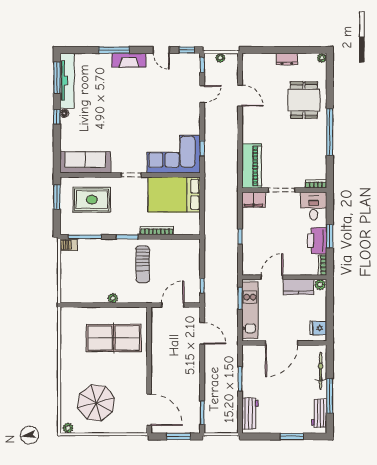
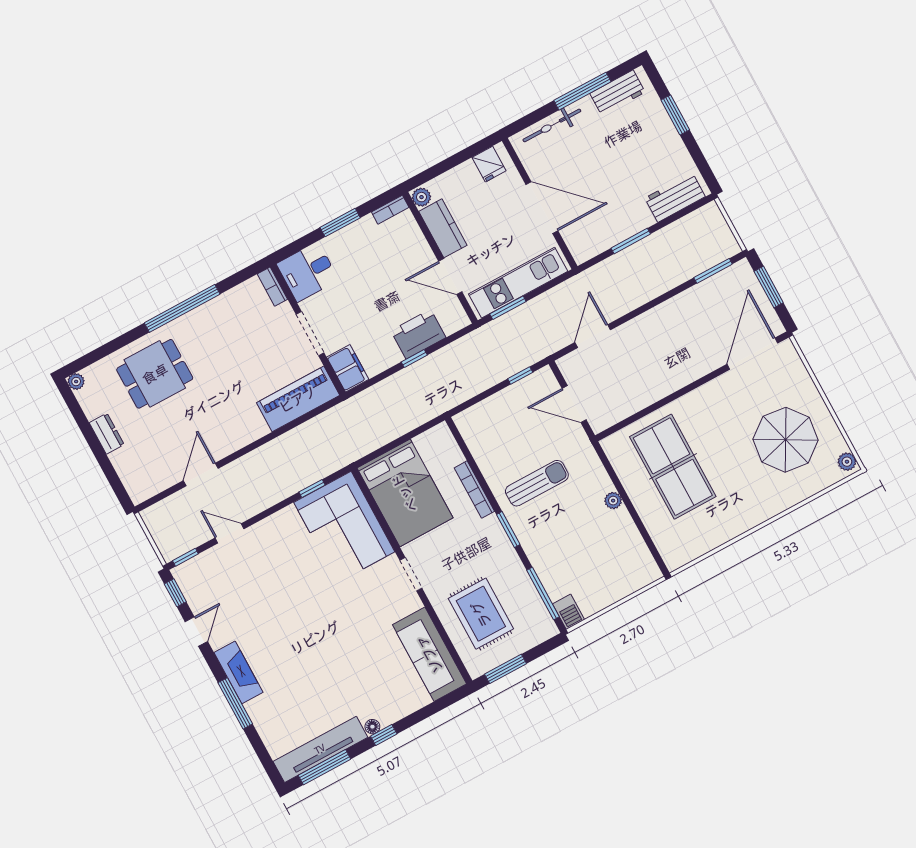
plant: (220, 58) -> (160, 536), removed
printer: (317, 241) -> (418, 334), moved, turned 180

